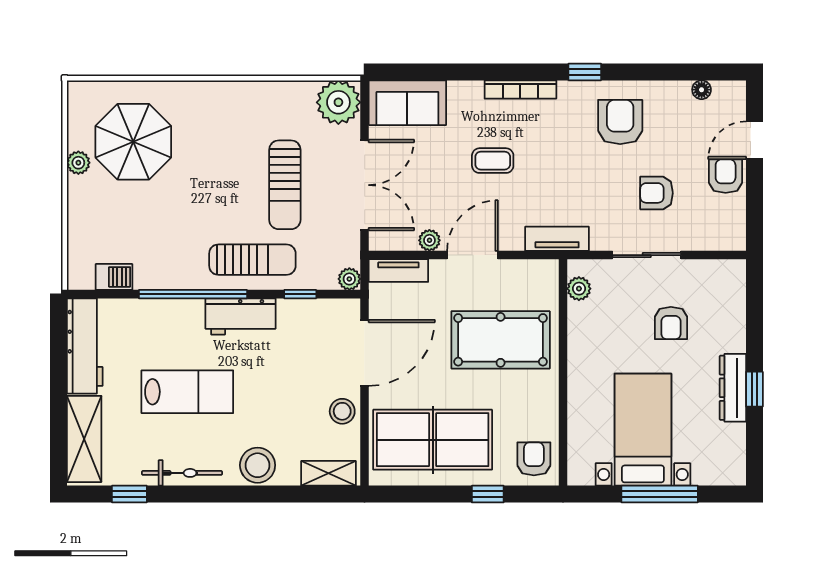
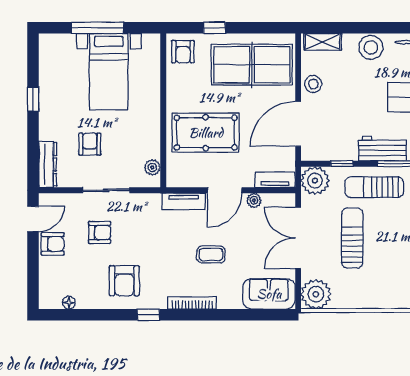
door: (754, 140) -> (33, 219), moved
armchair: (726, 176) -> (53, 244), turned -90
tv unit: (557, 239) -> (184, 201), moved
plant: (349, 279) -> (315, 181), width x1.88, depth x1.88
dresser: (733, 388) -> (48, 164), moved

